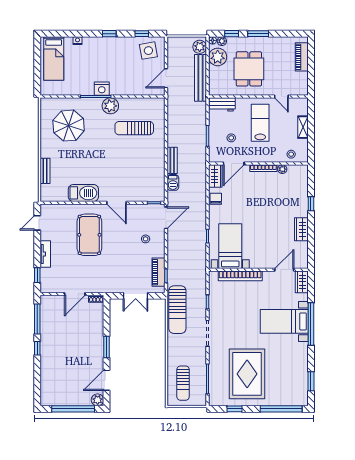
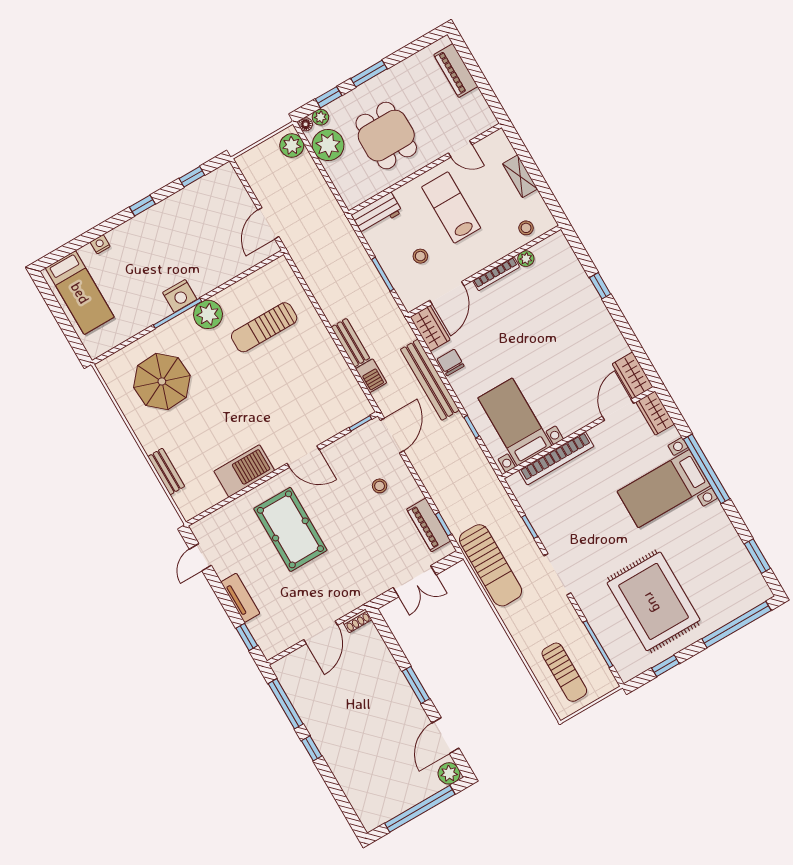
side table: (148, 51) -> (217, 197), removed
bench: (201, 78) -> (430, 380), moved
wardrobe: (301, 229) -> (633, 375), moved

